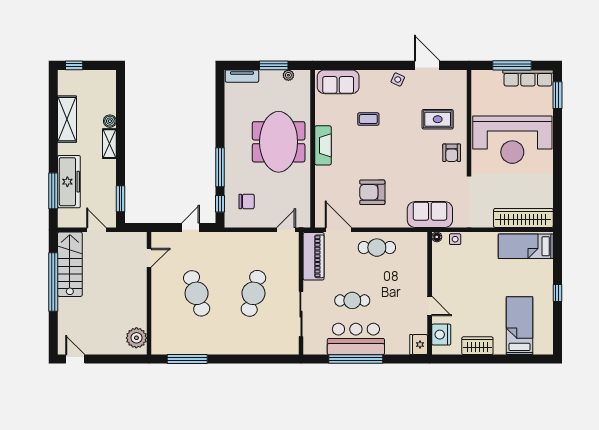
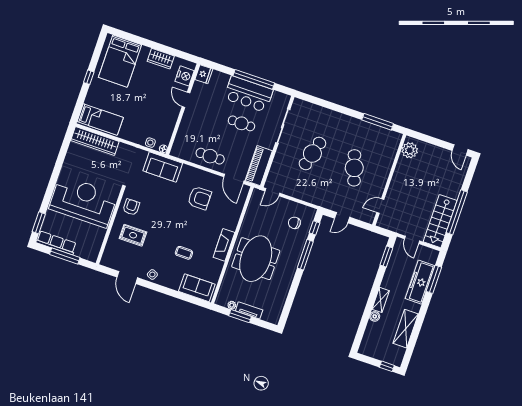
tv unit: (242, 76) -> (249, 310), moved
bed: (520, 326) -> (120, 61), width x1.50

